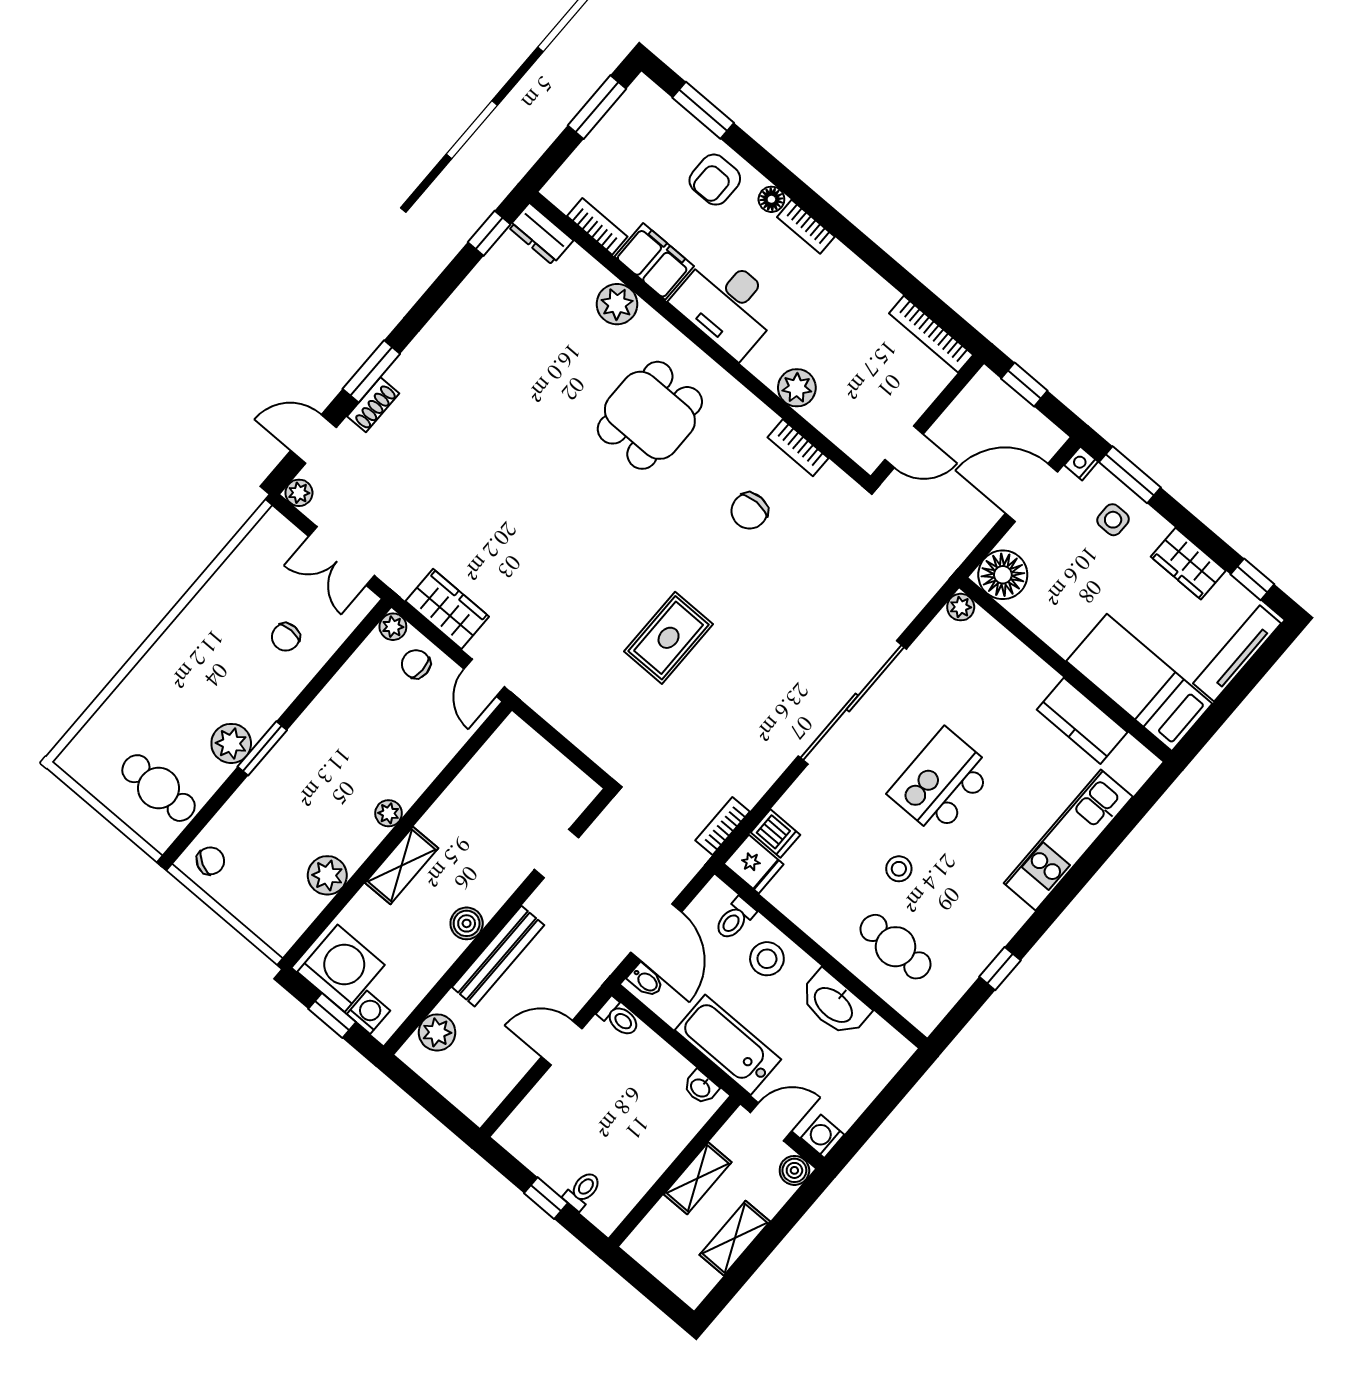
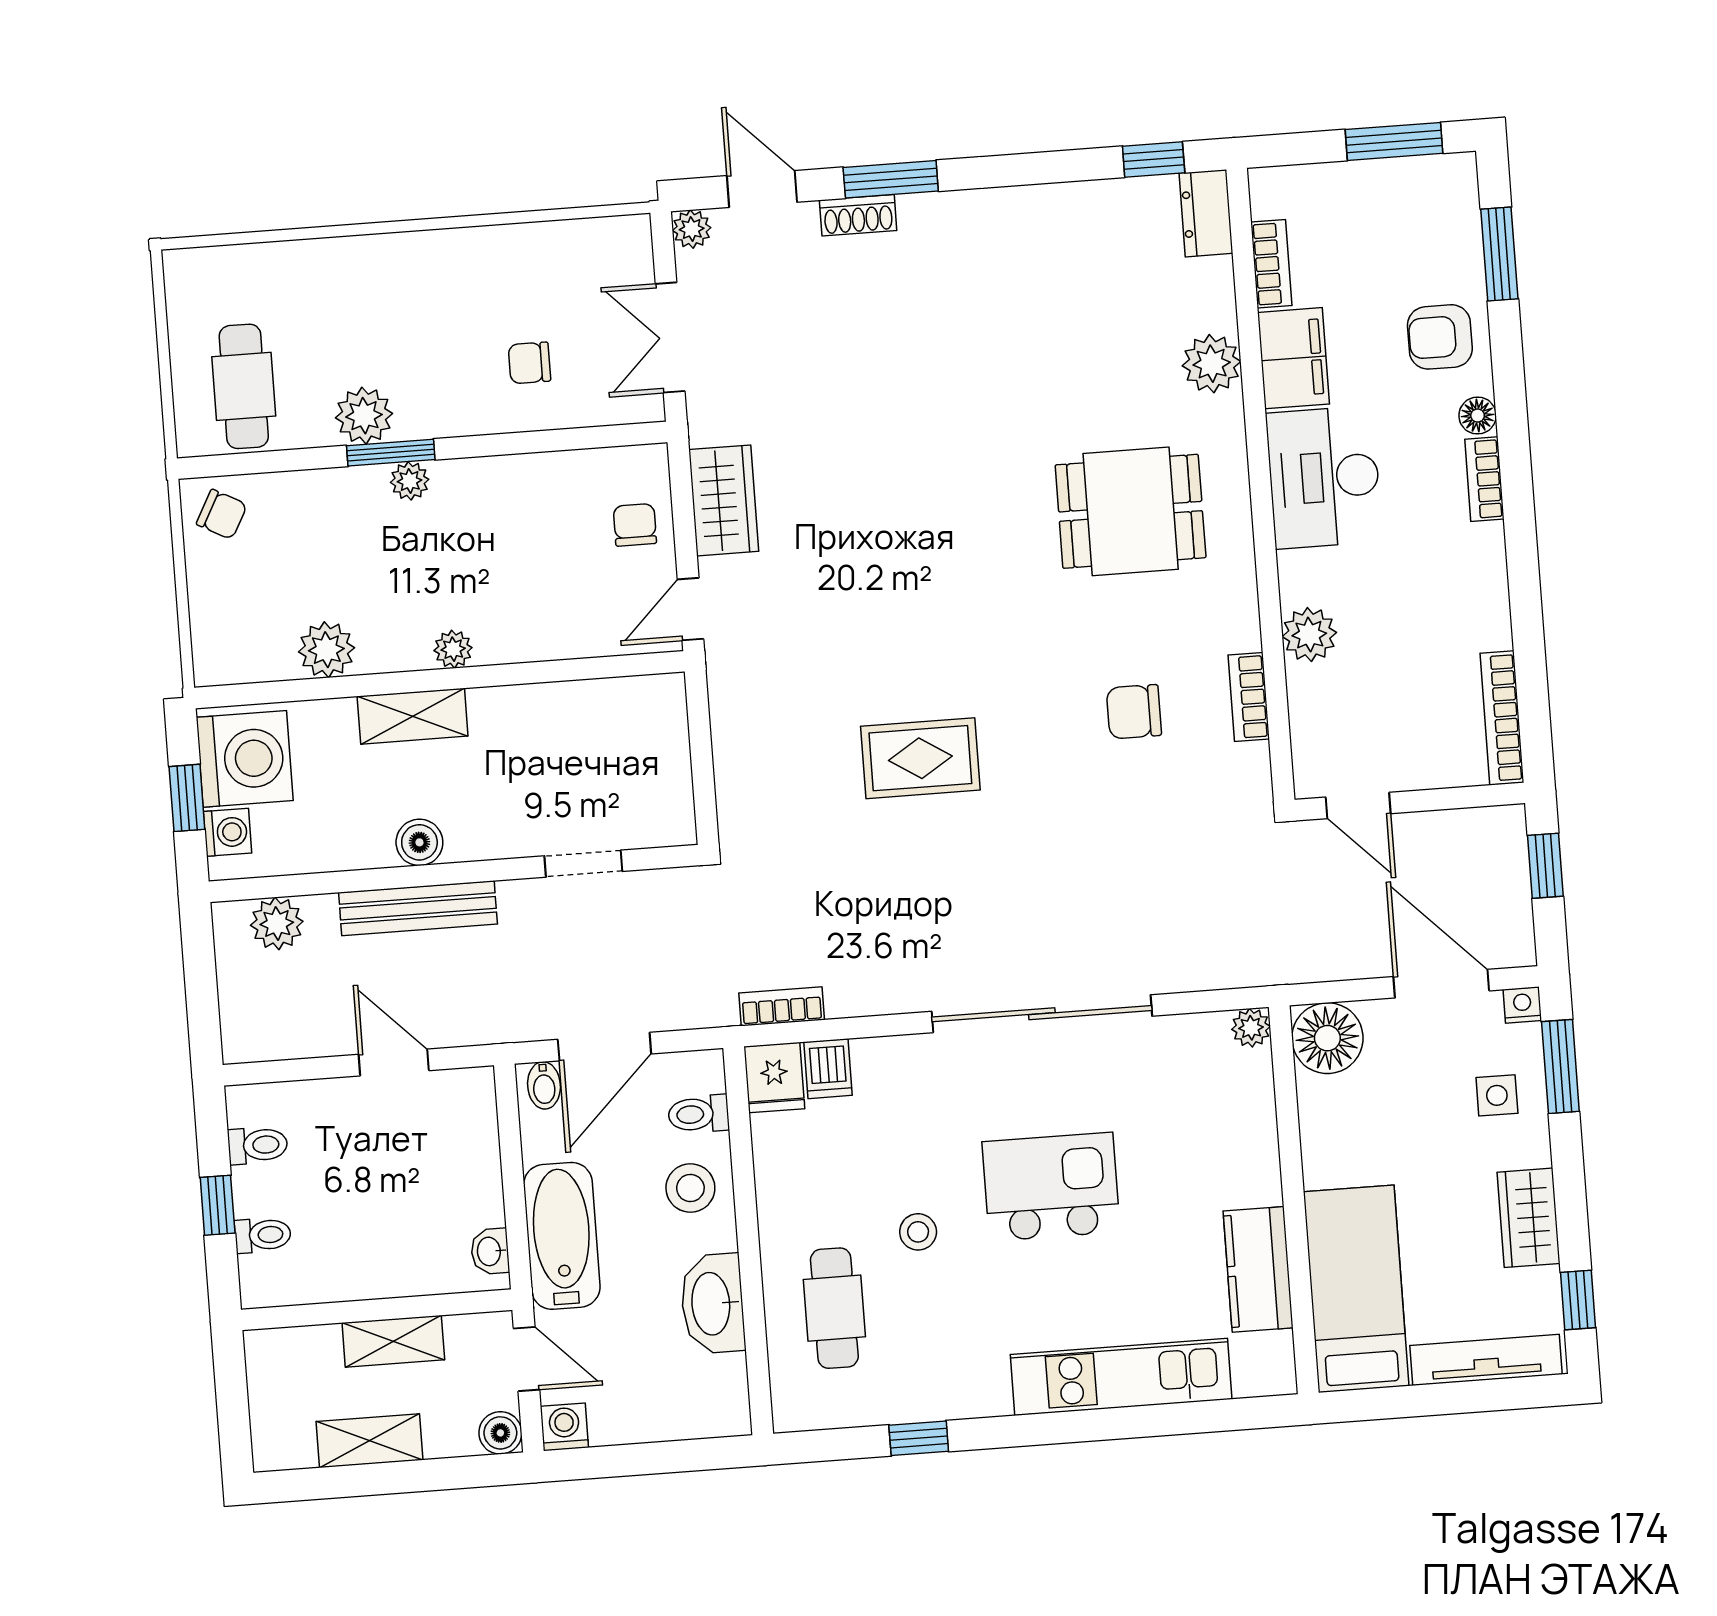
plant: (393, 627) -> (410, 481), moved
toilet: (619, 1017) -> (258, 1145), moved, turned -90

